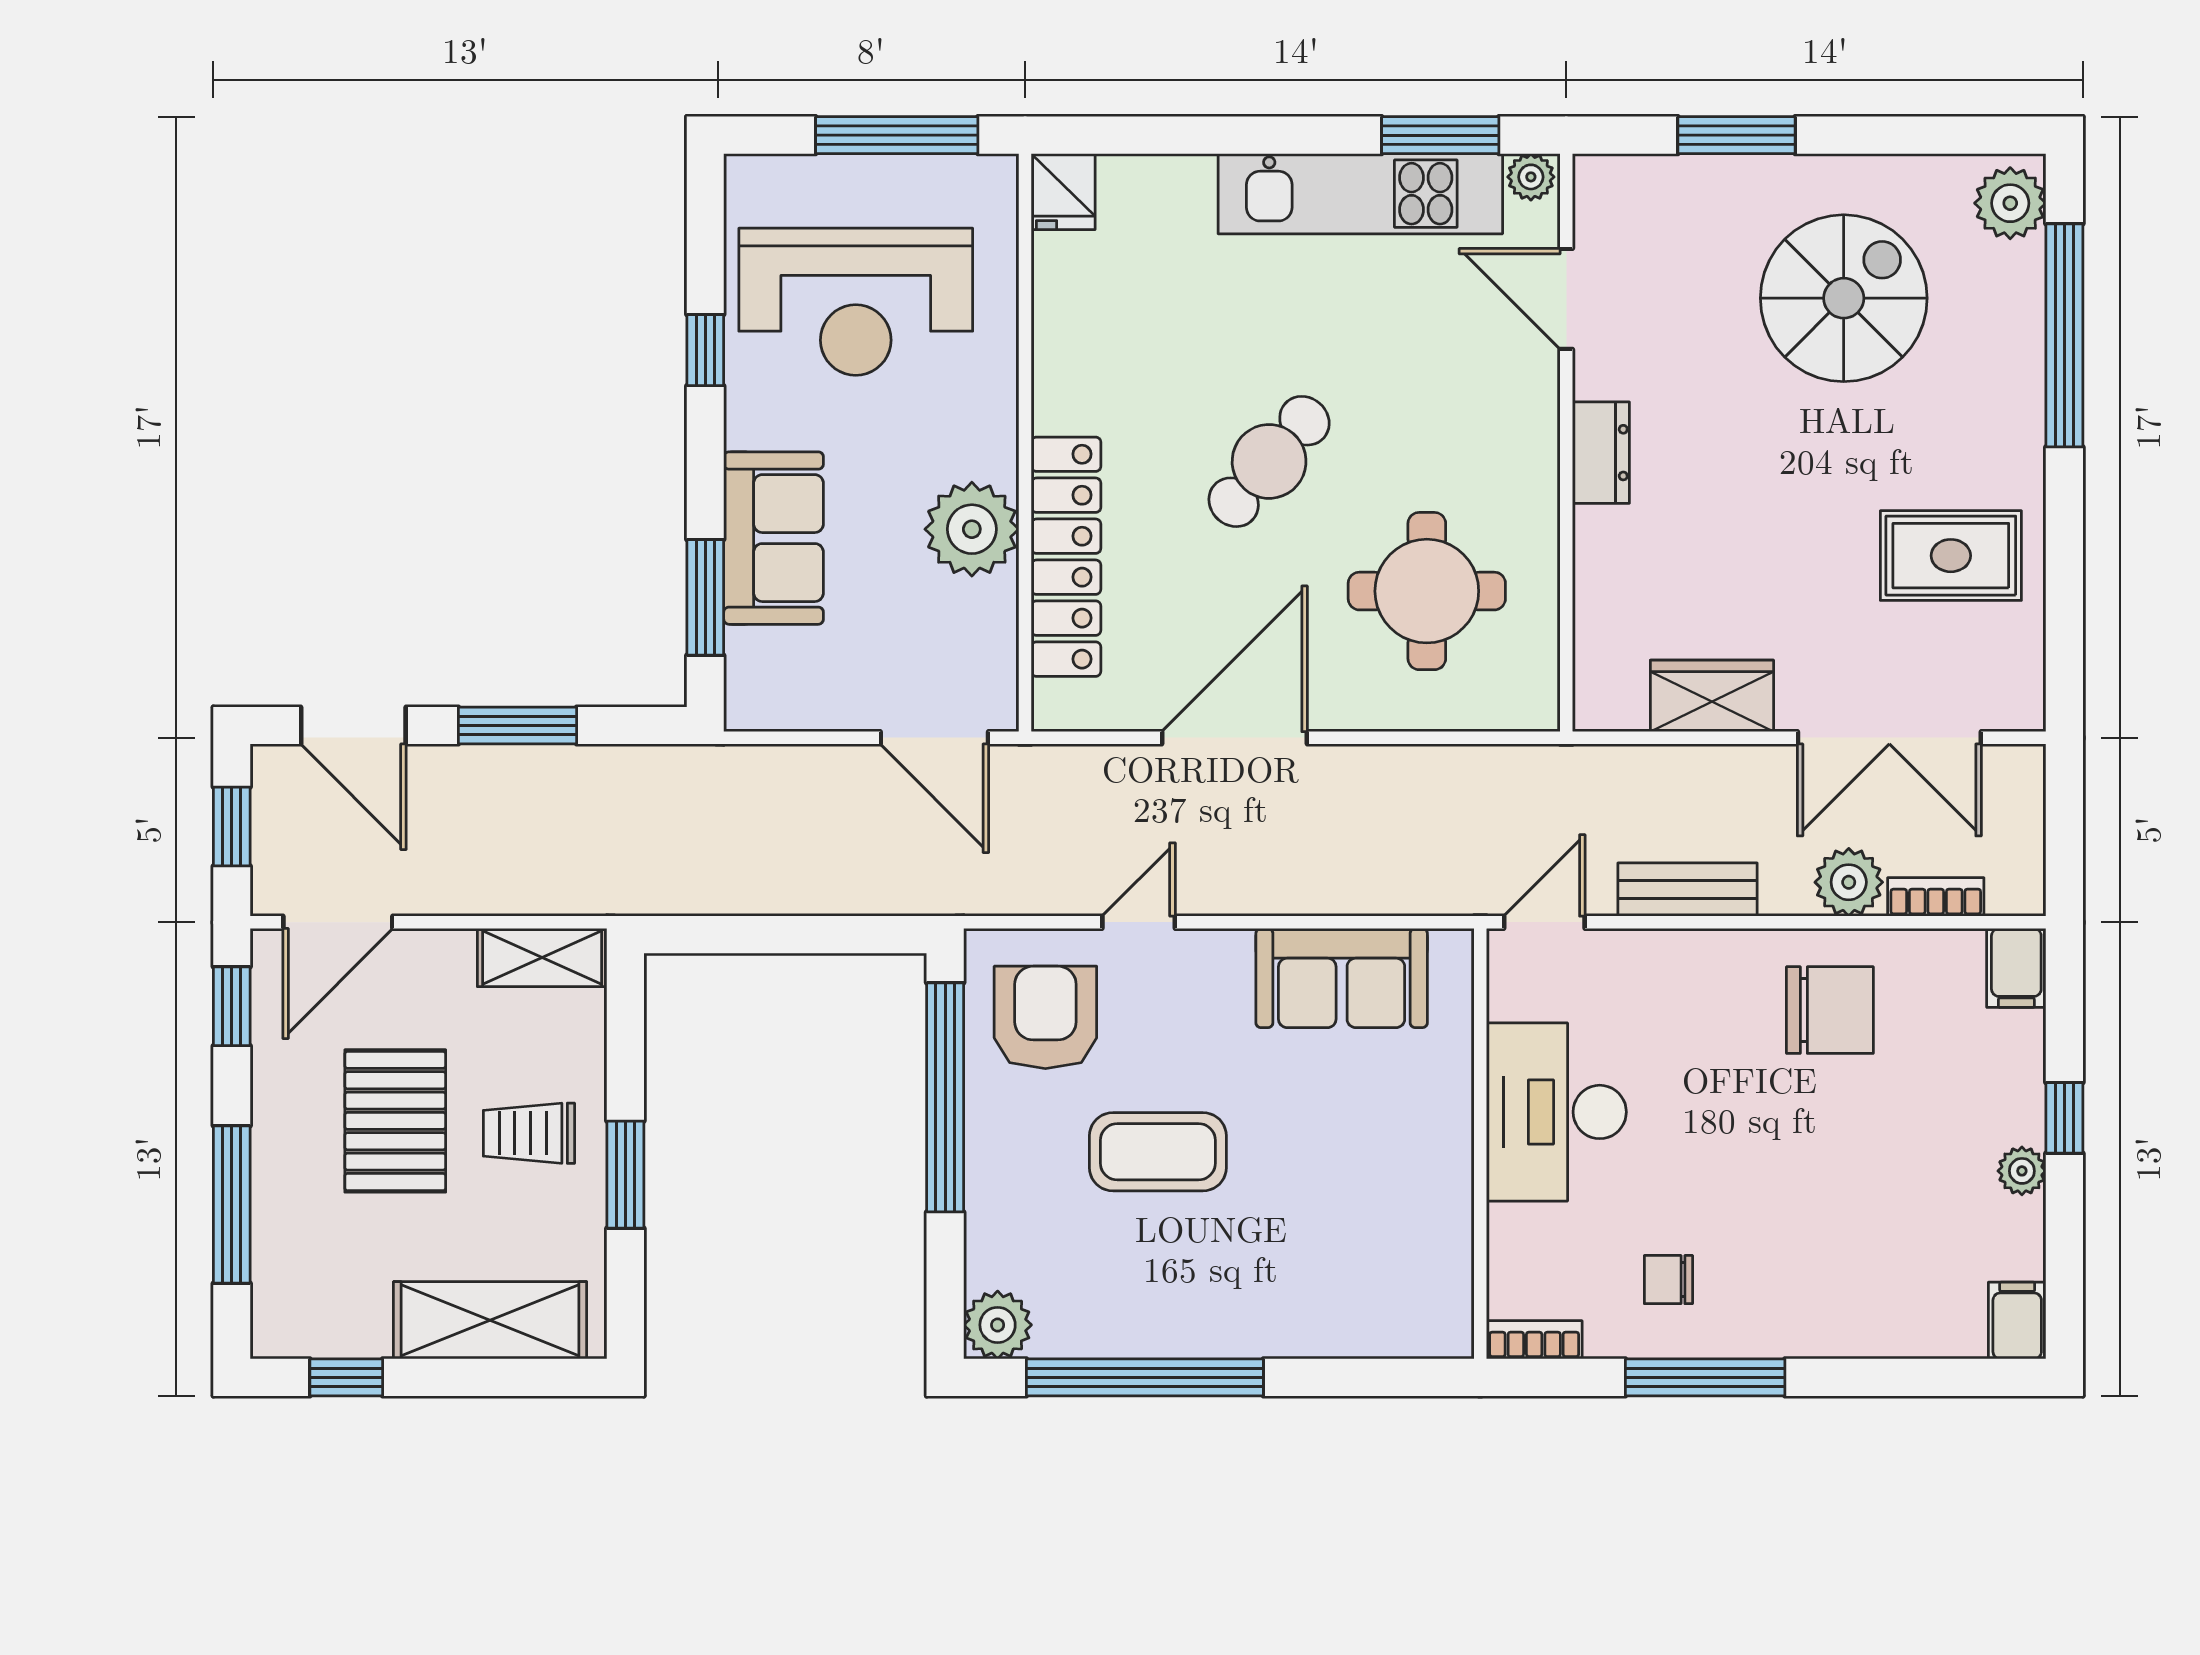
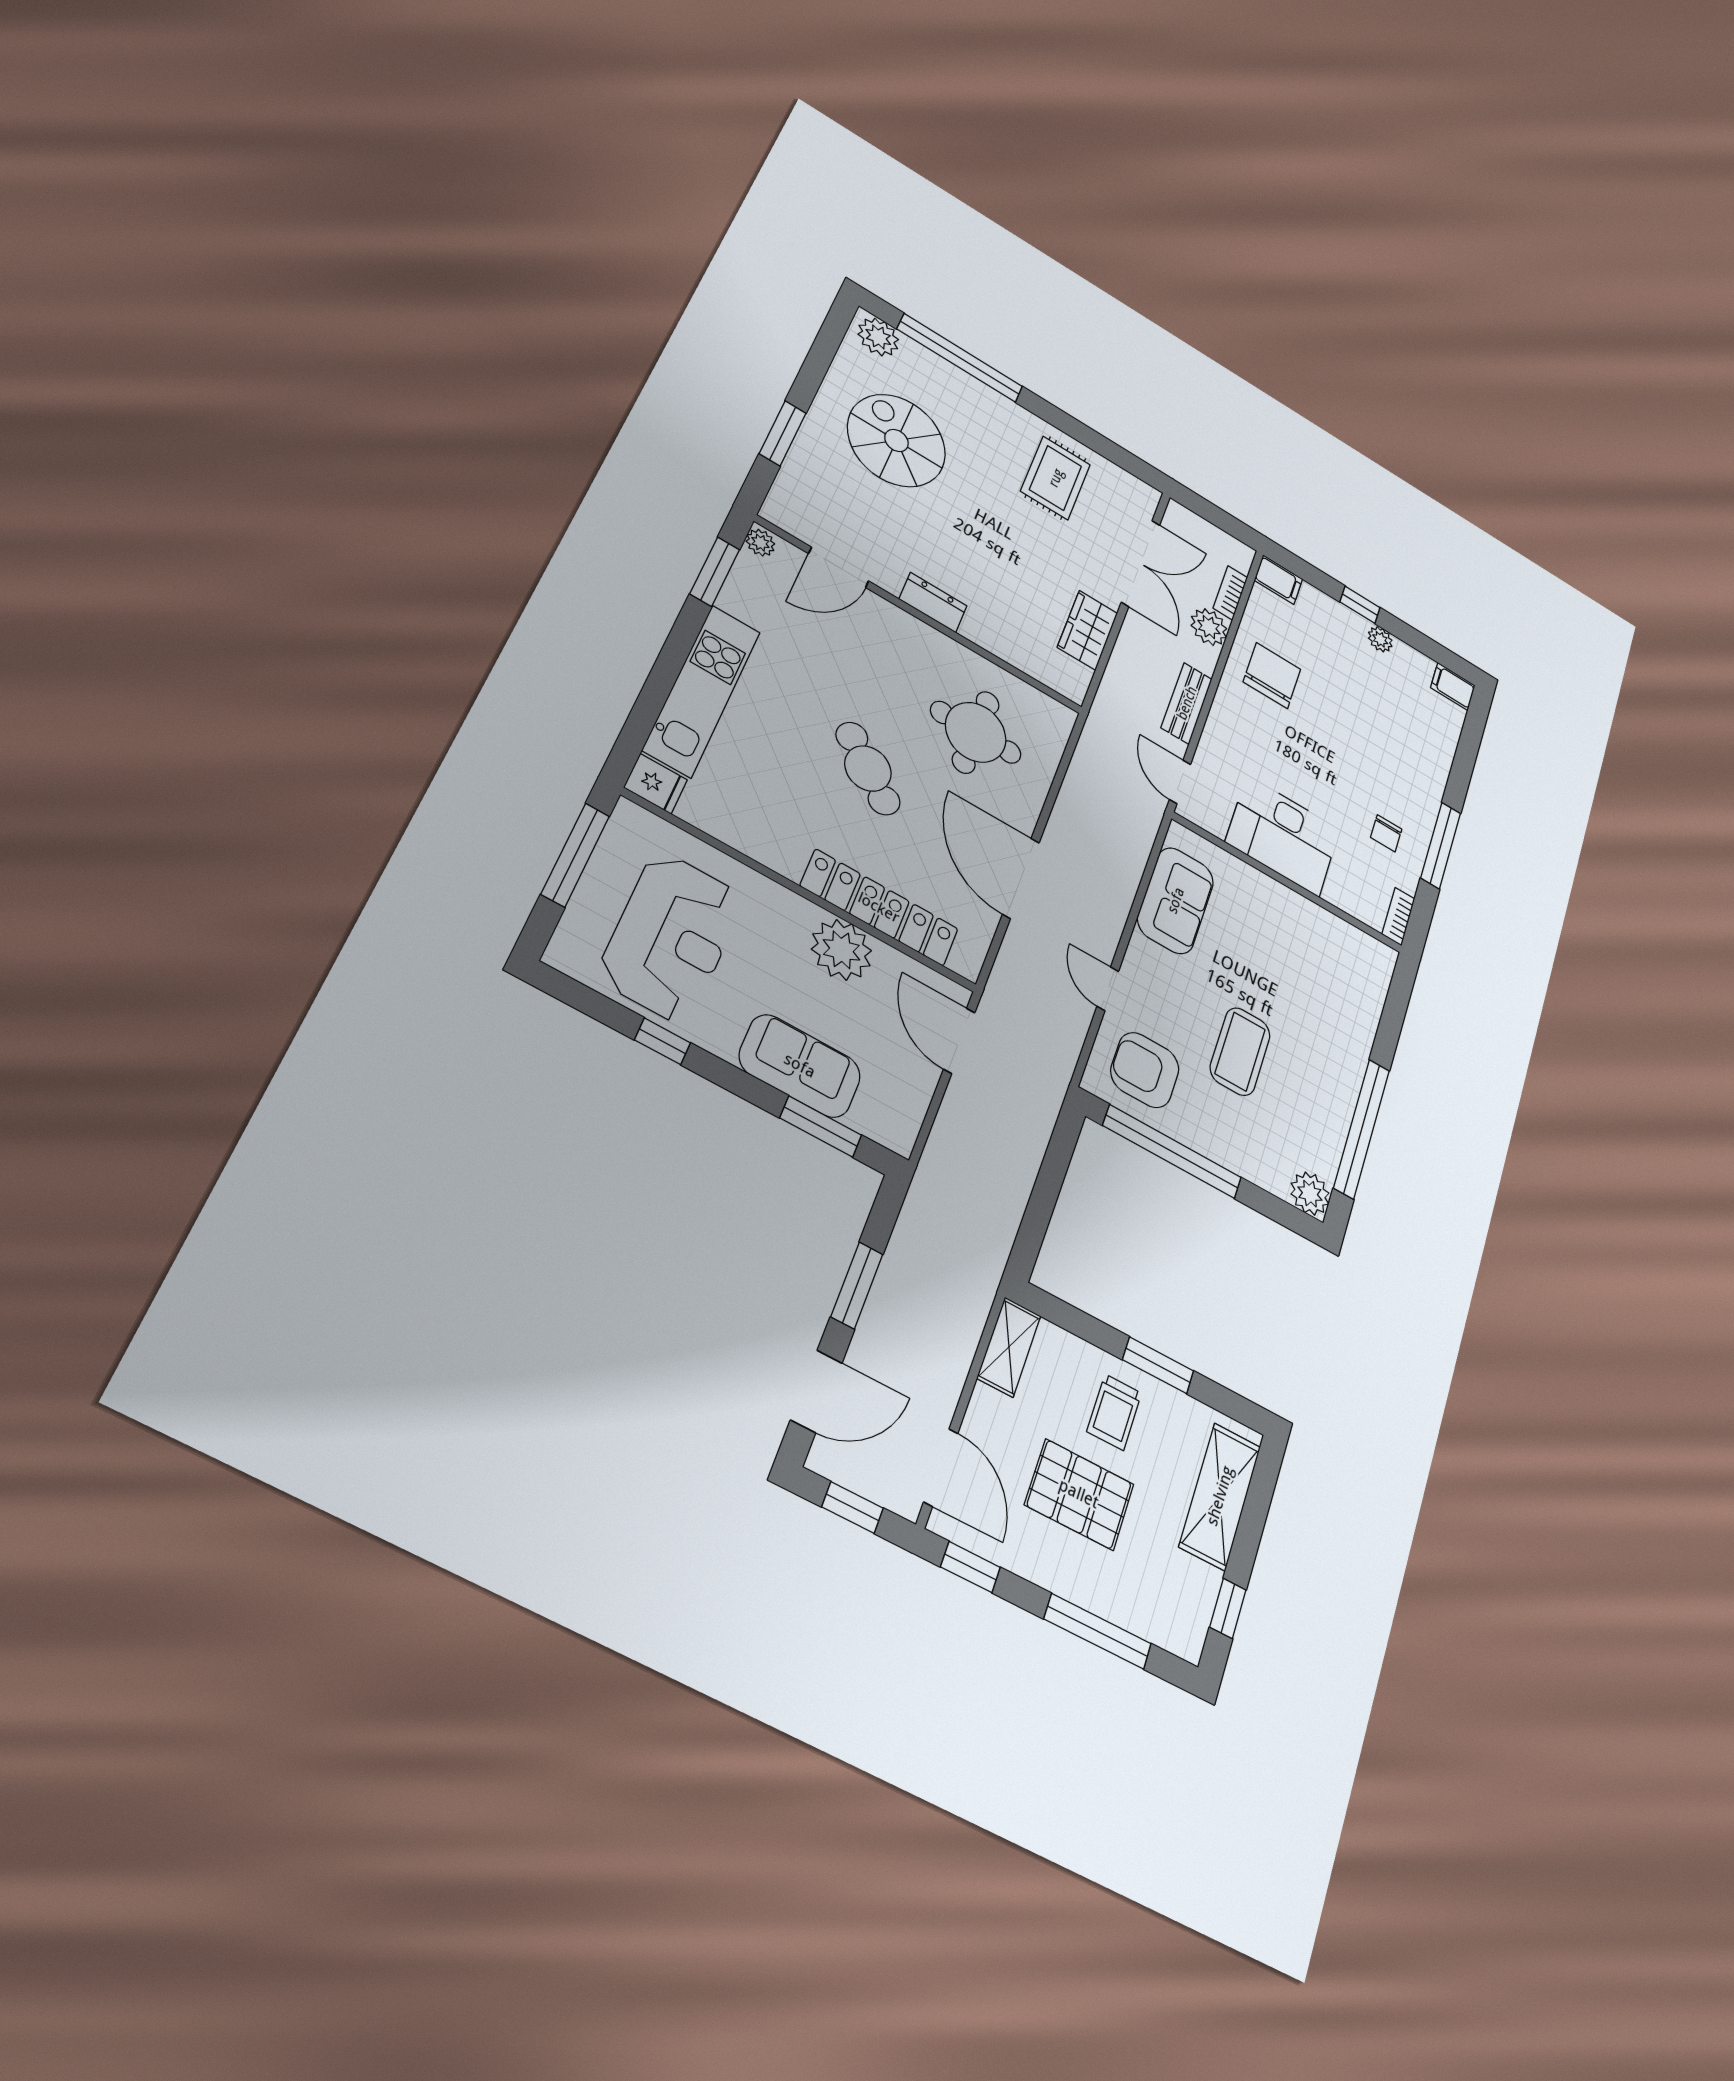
kitchen unit: (1360, 194) -> (702, 691), moved
door: (934, 738) -> (959, 1041), swing flipped

